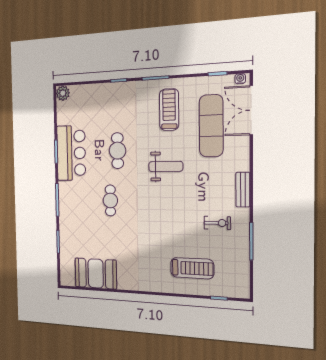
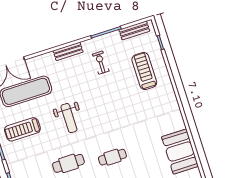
weight bench: (166, 166) -> (69, 118), turned 180
bench: (243, 274) -> (134, 30), added

